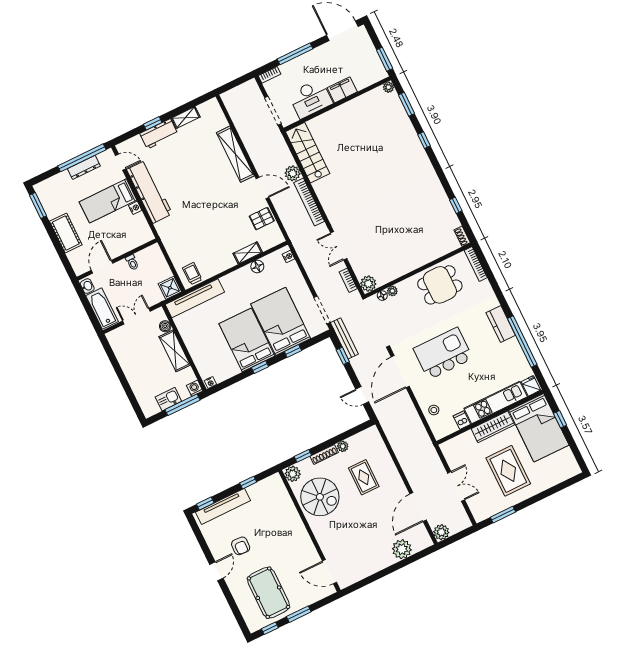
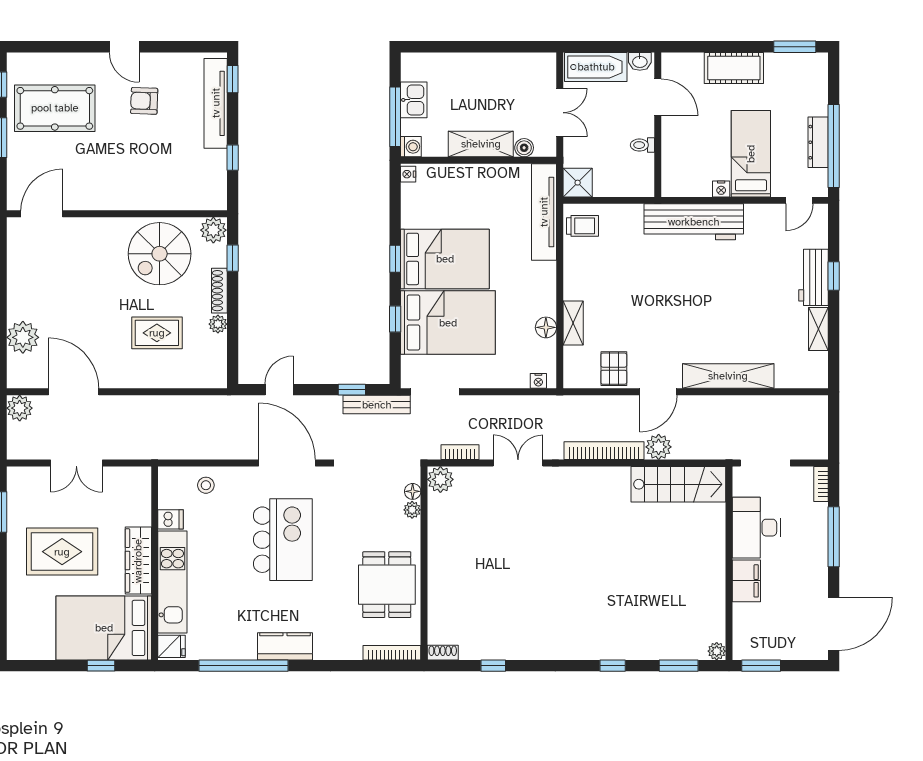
workbench: (149, 192) -> (694, 222), moved

